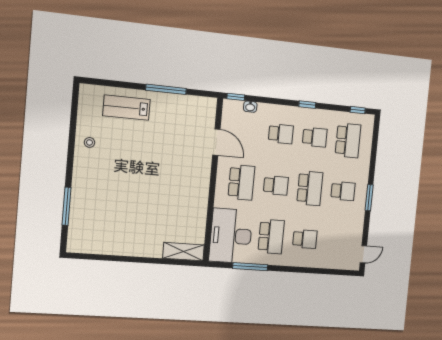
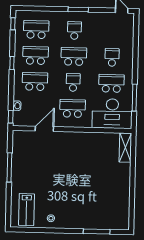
lab bench: (126, 108) -> (27, 210), moved
school desk: (281, 134) -> (35, 82), width x1.85
school desk: (315, 137) -> (36, 56), width x1.85

